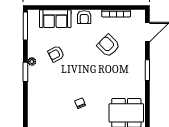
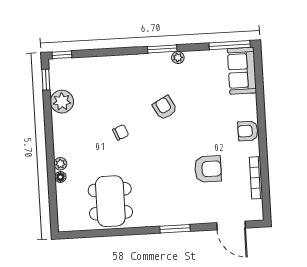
sofa: (55, 19) -> (242, 71), moved
armchair: (108, 46) -> (208, 169), turned 45
armchair: (56, 54) -> (165, 108), moved

